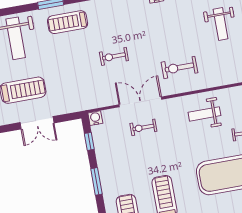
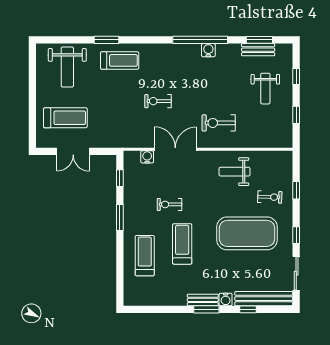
treadmill: (68, 22) -> (120, 60), turned 180
water cooler: (95, 118) -> (147, 157), moved
exercise bike: (143, 127) -> (169, 204), moved

